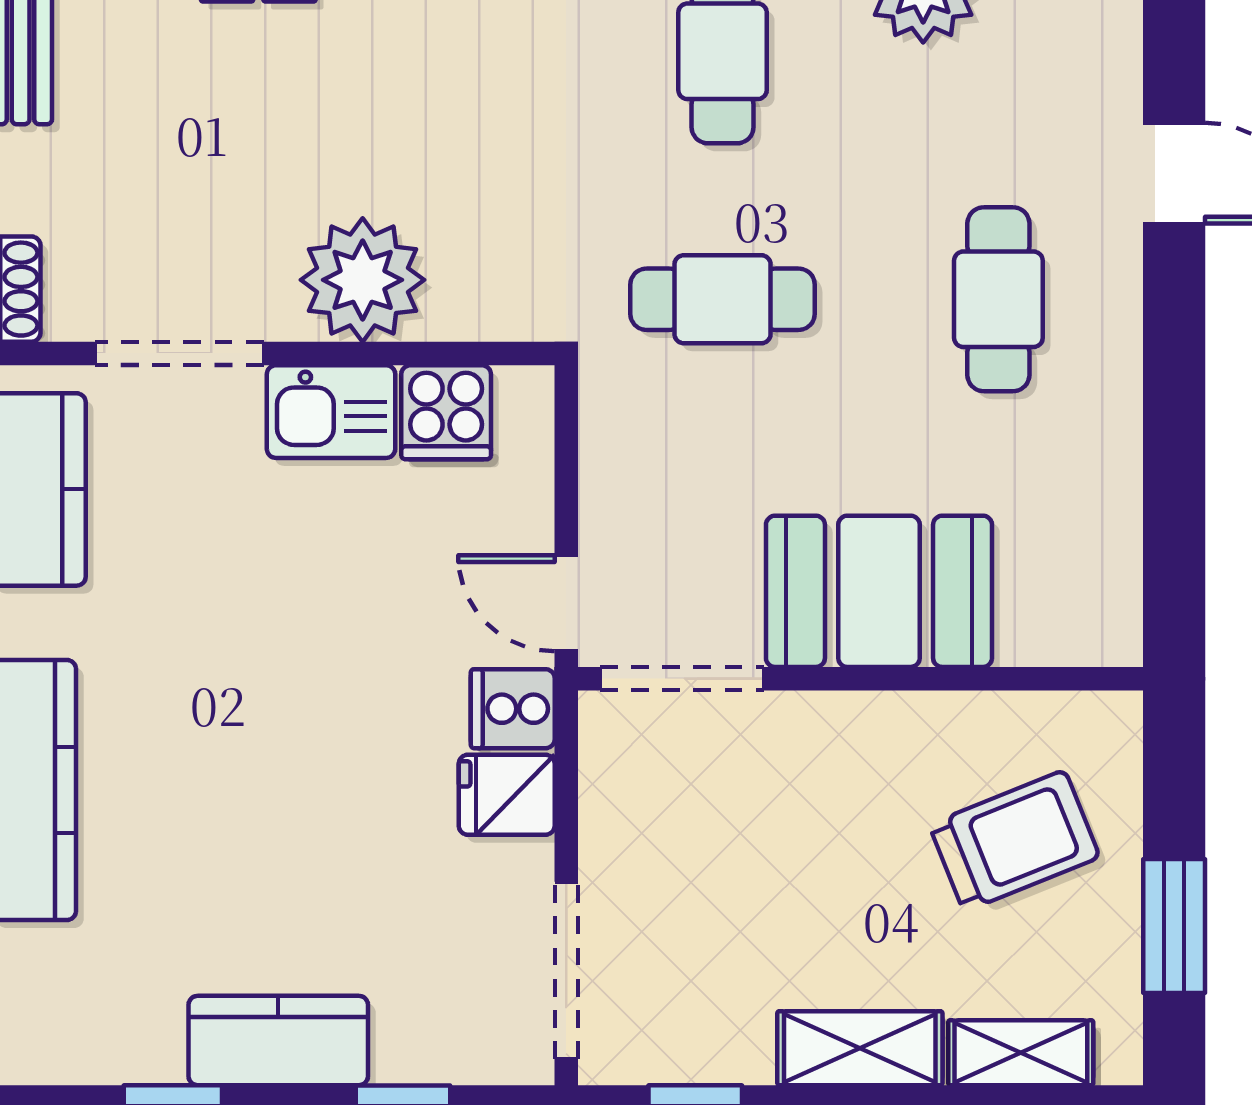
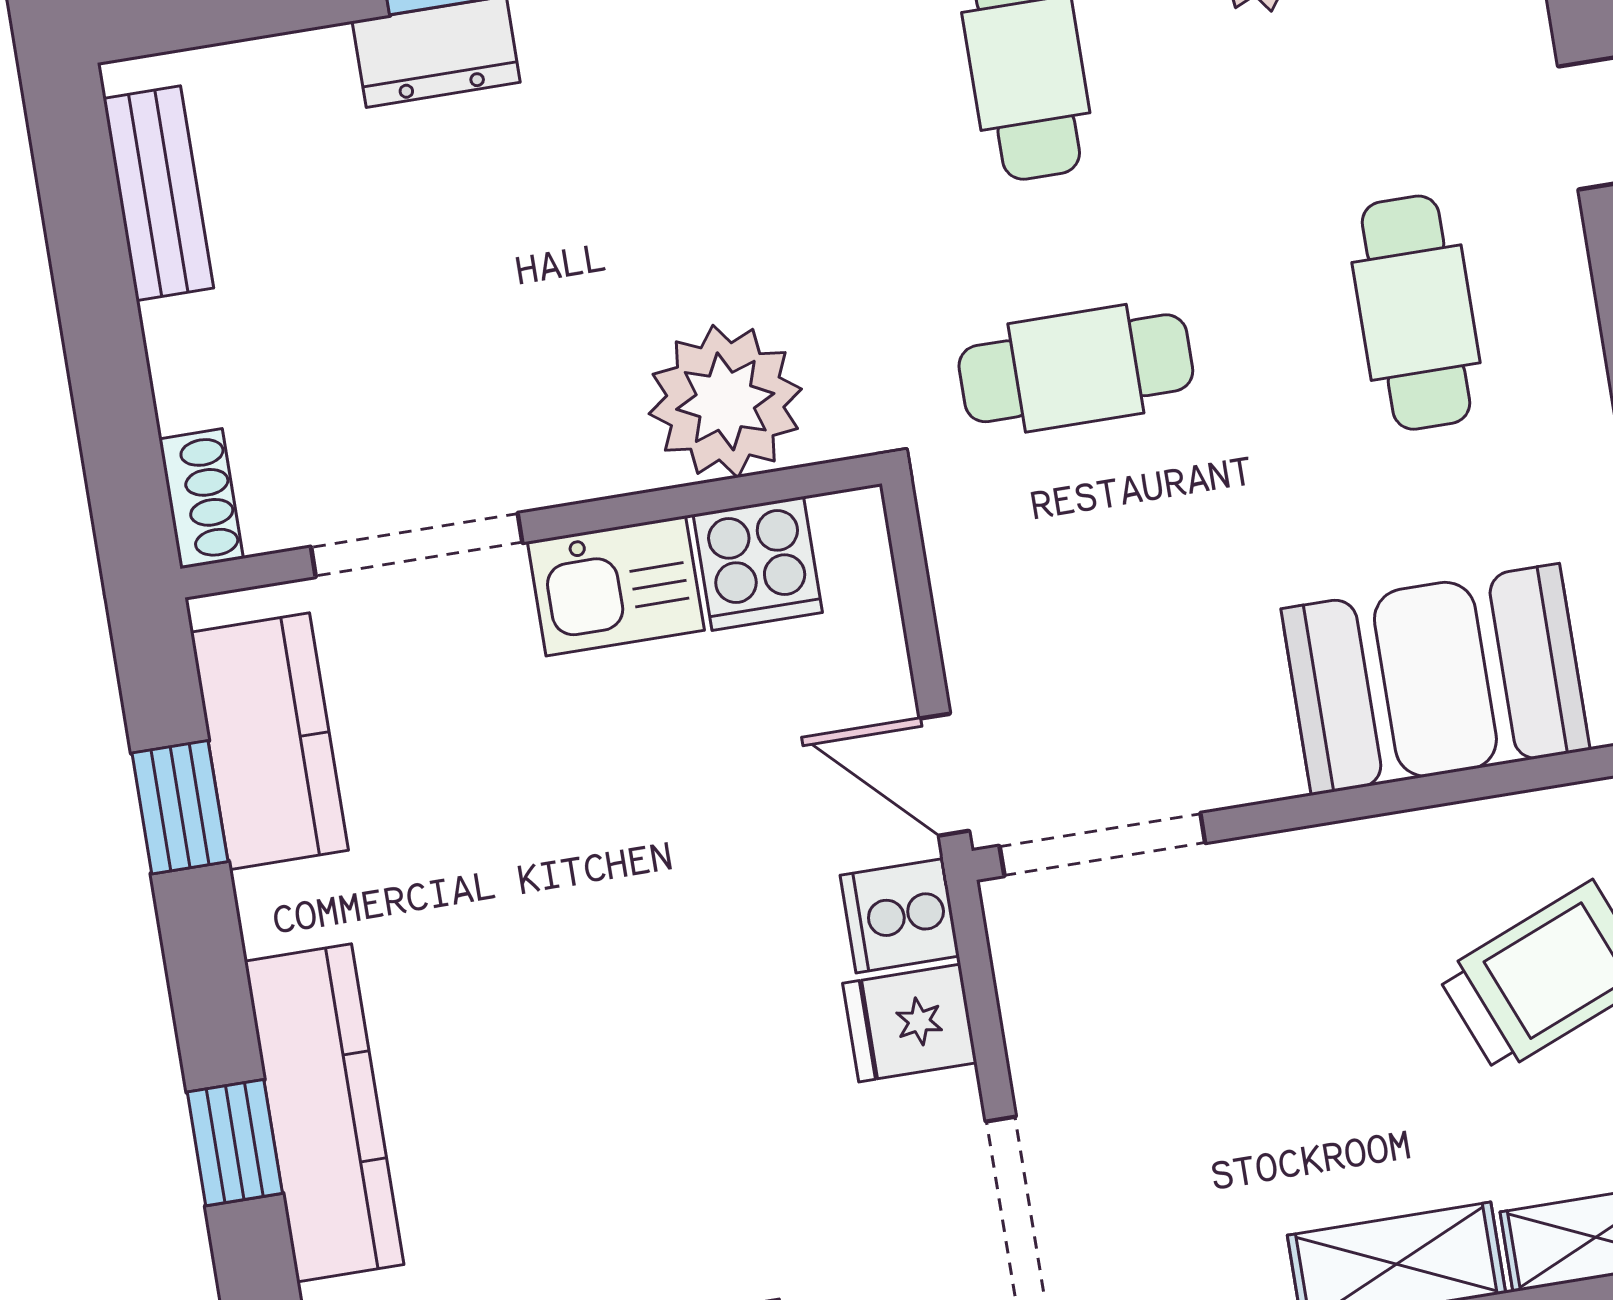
plant: (363, 280) -> (725, 401), moved
booth: (879, 591) -> (1435, 679), moved

